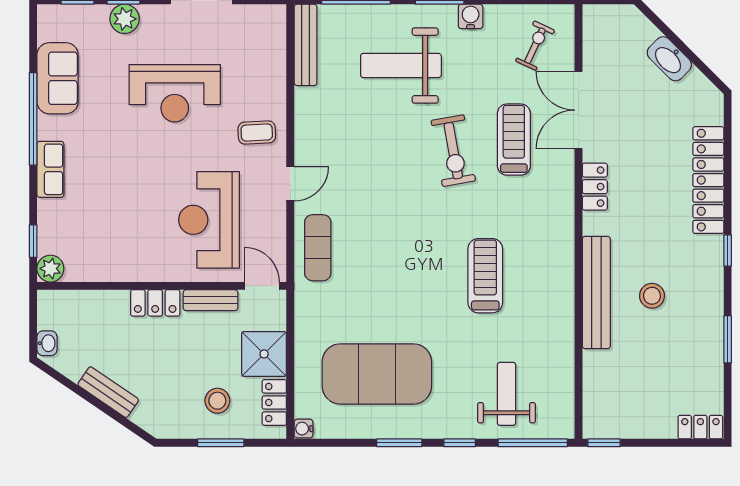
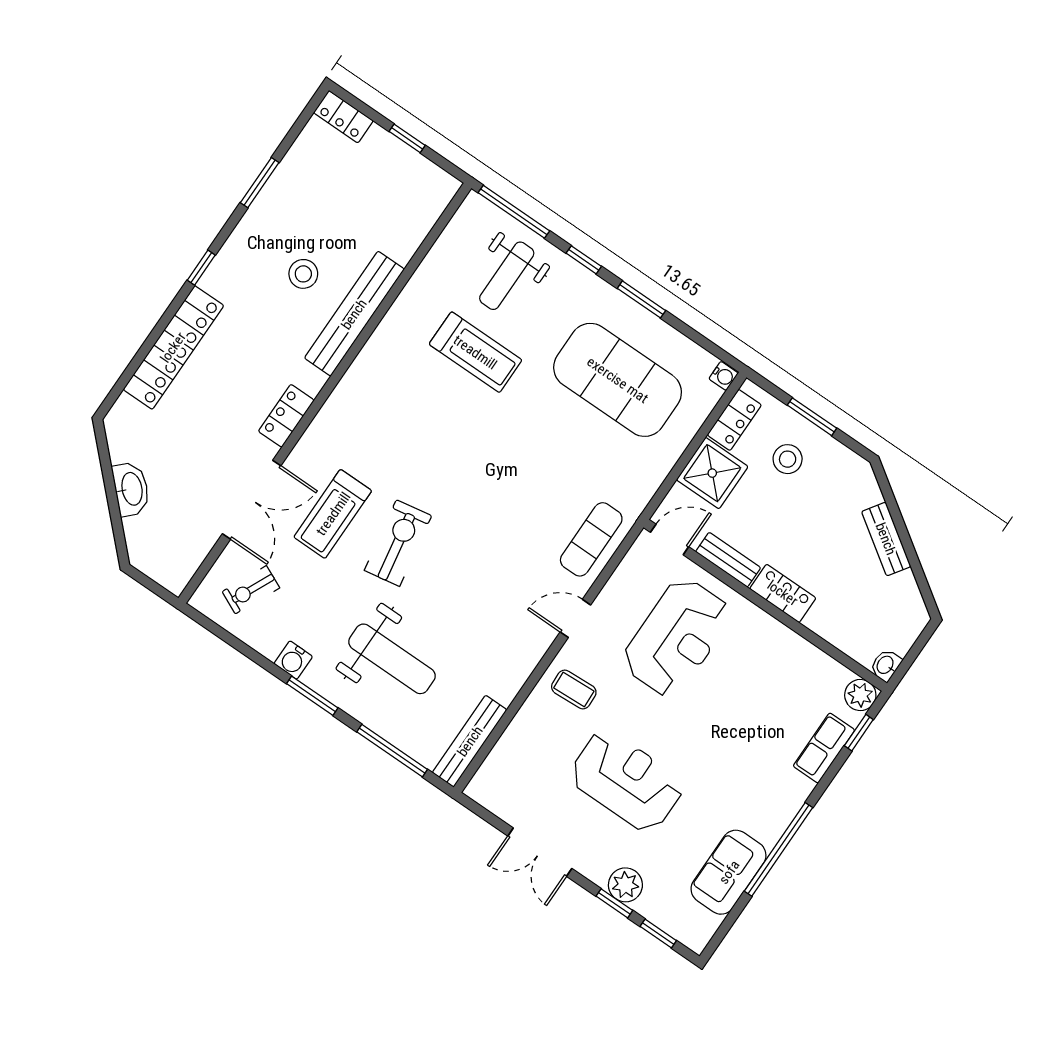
row of seats: (50, 169) -> (824, 748), moved
treadmill: (485, 276) -> (475, 352), moved, turned -90
door: (262, 286) -> (670, 540), swing flipped
washbasin: (47, 343) -> (886, 665), moved
window: (604, 443) -> (407, 138), moved

